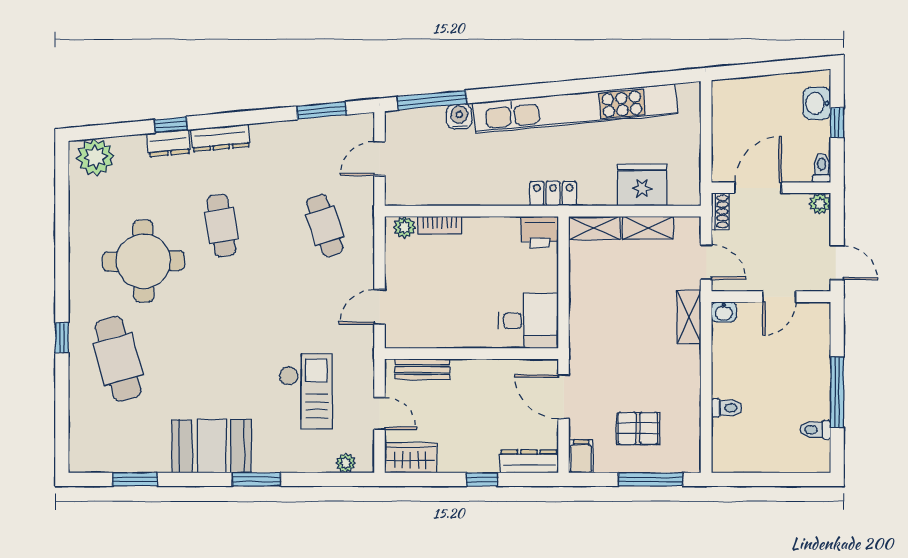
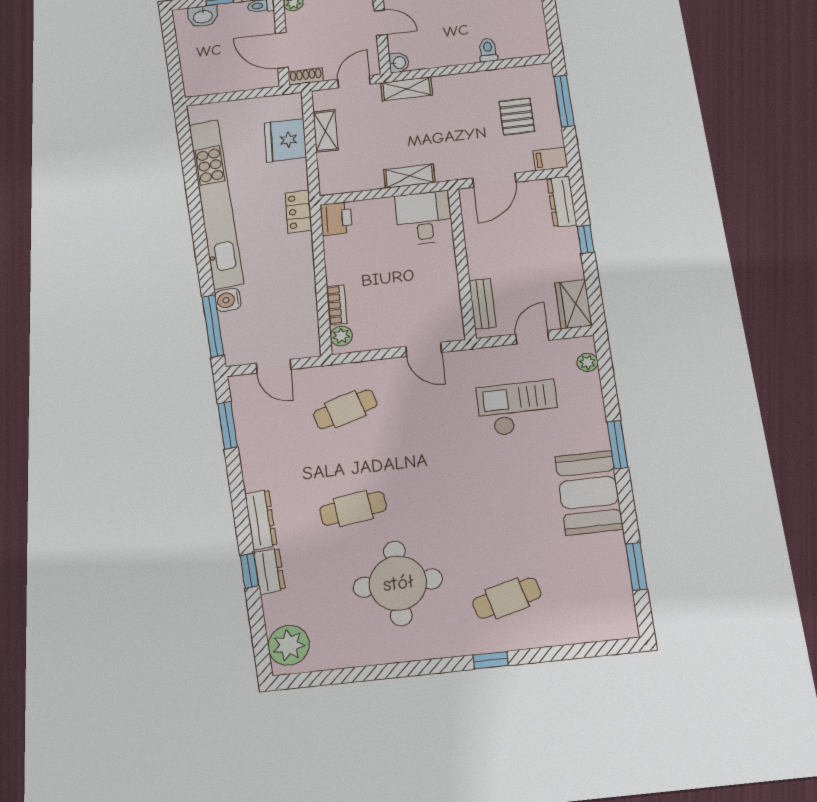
shelving: (595, 228) -> (409, 176), moved, turned 90
cafe table: (118, 359) -> (507, 598), width x0.73, depth x0.74

